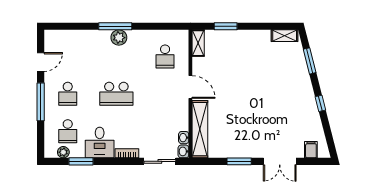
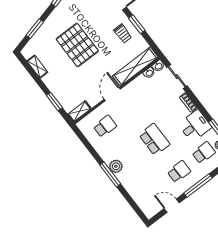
shelving: (285, 36) -> (37, 67), moved
pallet: (263, 89) -> (77, 45), added
trolley: (241, 141) -> (123, 34), added

